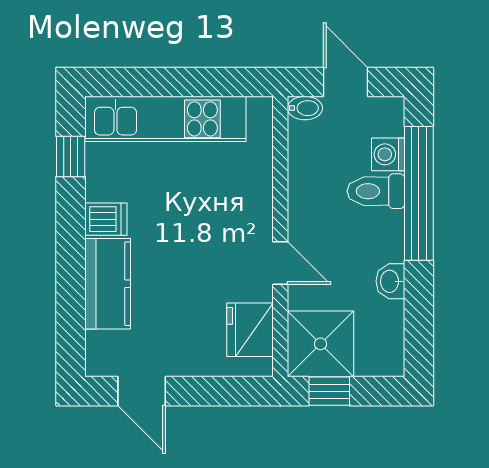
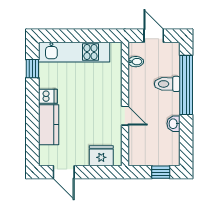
bidet: (305, 108) -> (136, 62), moved
washing machine: (388, 154) -> (172, 68), removed
fridge: (250, 330) -> (101, 156), moved, turned 90
shower: (321, 344) -> (143, 151), removed
window: (329, 391) -> (161, 172), moved

